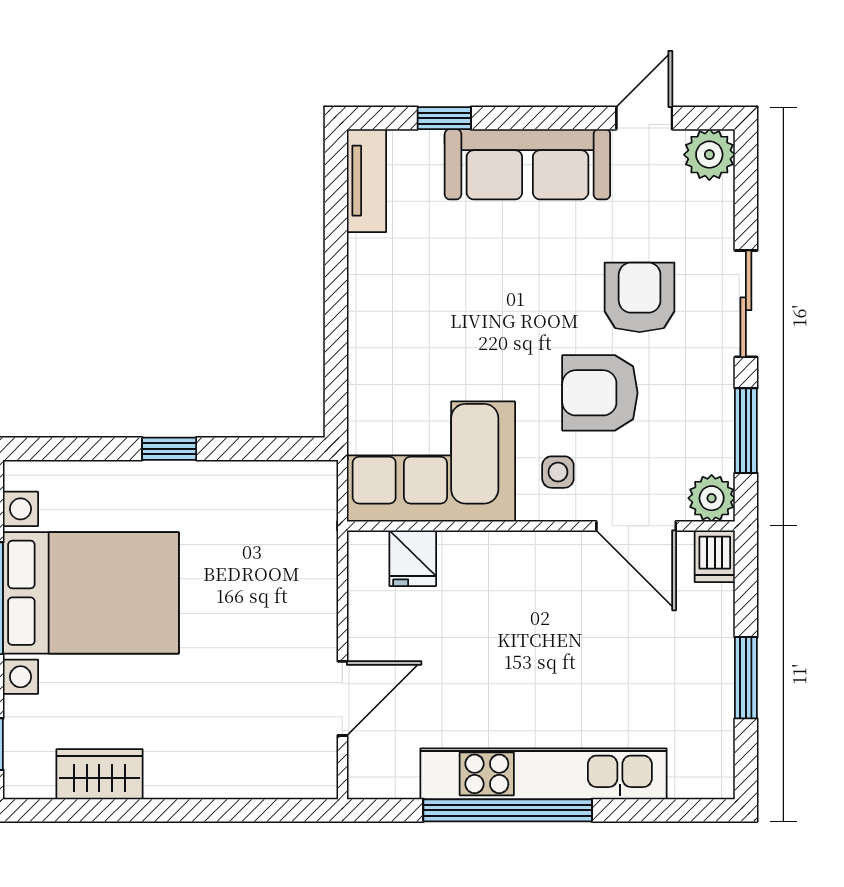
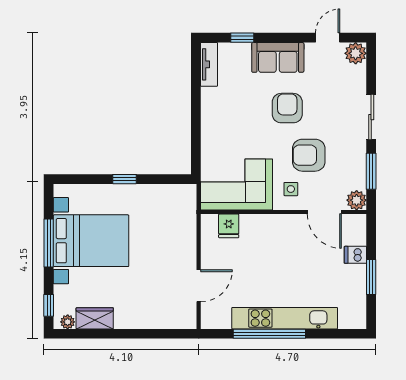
sofa: (527, 164) -> (278, 57), width x0.73
armchair: (640, 297) -> (287, 108), moved
dishwasher: (715, 556) -> (355, 255), moved, turned 90
plant: (36, 783) -> (68, 322), added

